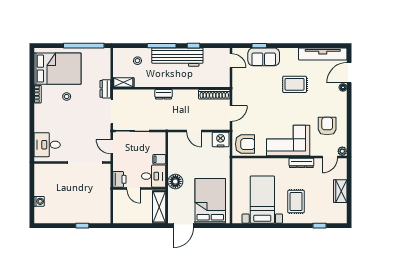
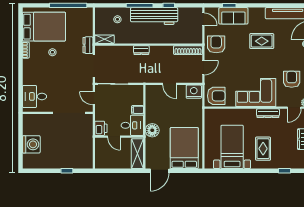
armchair: (245, 88) -> (216, 44), added
washing machine: (39, 201) -> (31, 144), width x1.89, depth x1.89

